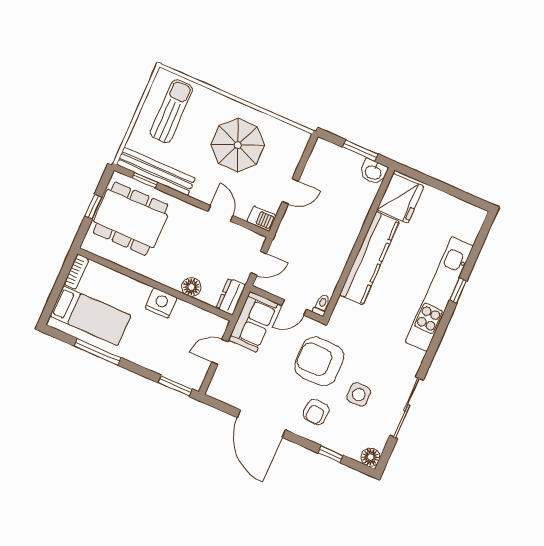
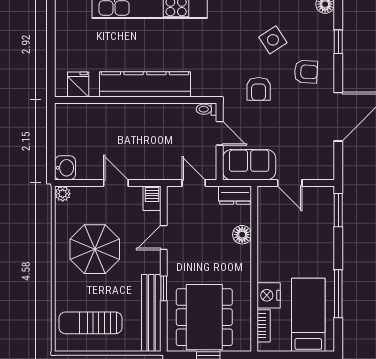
plant: (302, 138) -> (63, 194), added
window: (360, 151) -> (51, 136), removed
washbasin: (373, 172) -> (65, 168), moved
window: (145, 180) -> (164, 288), moved
fridge: (400, 198) -> (78, 85), width x0.53, depth x0.75
bookcase: (76, 272) -> (264, 326), moved, turned 90
nightstand: (161, 303) -> (269, 295), moved
armchair: (319, 361) -> (259, 89), width x0.53, depth x0.53
side table: (359, 395) -> (273, 40), turned -33

